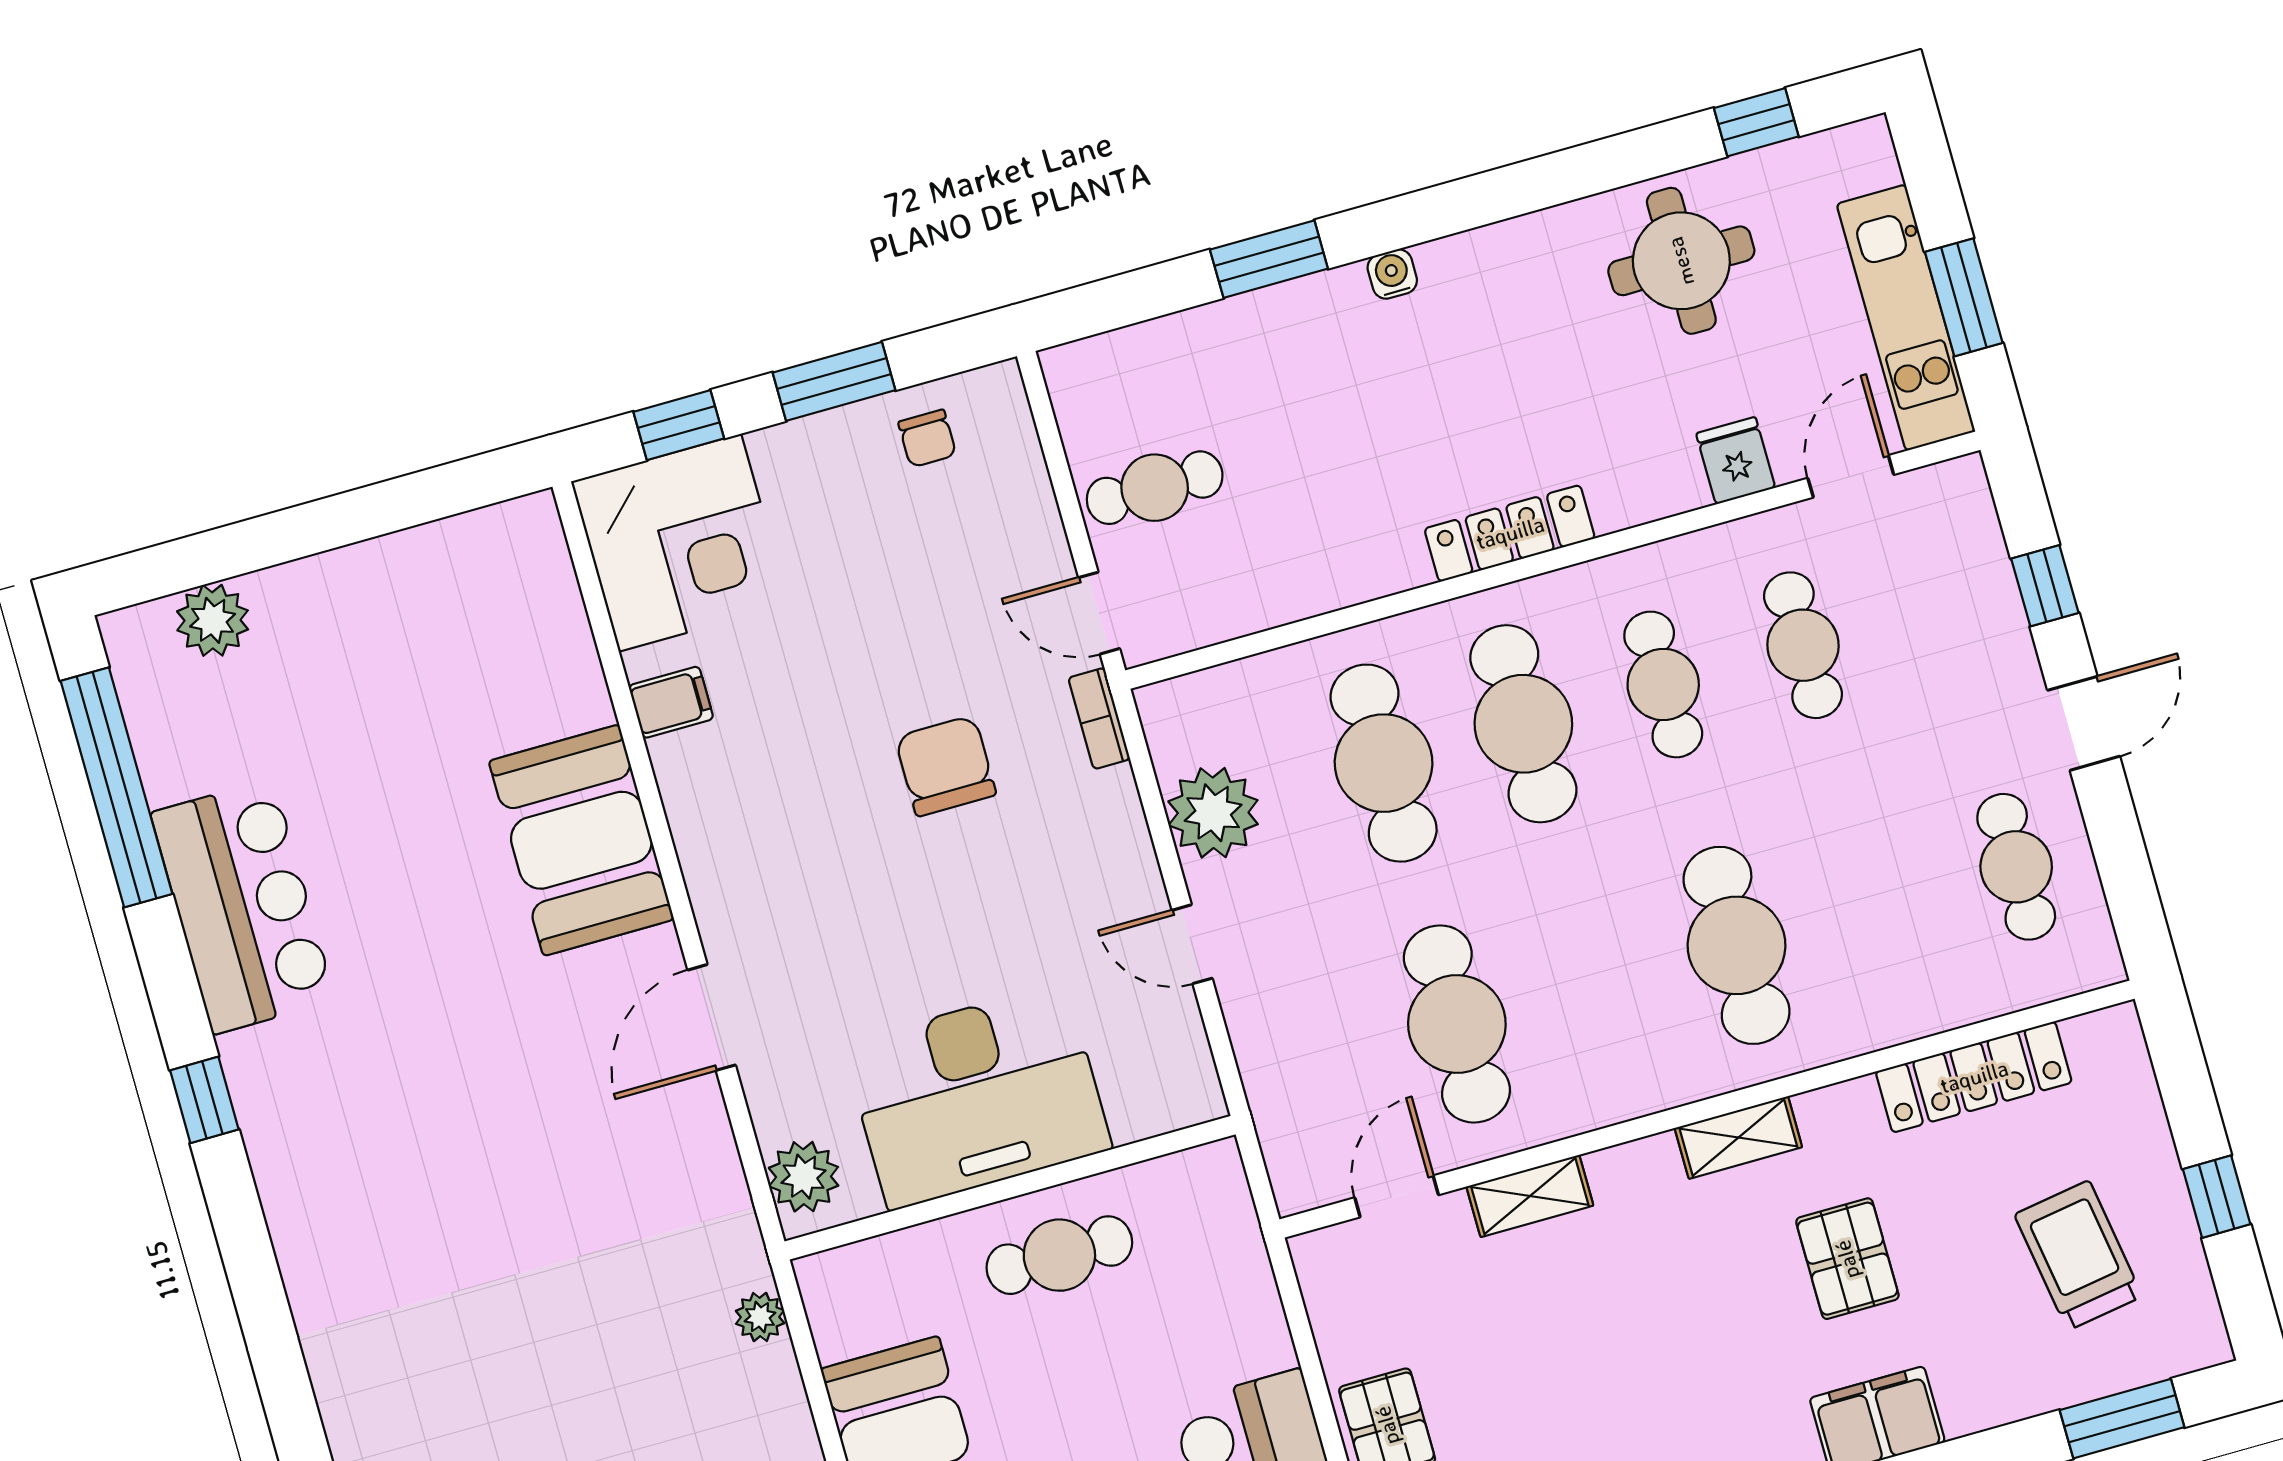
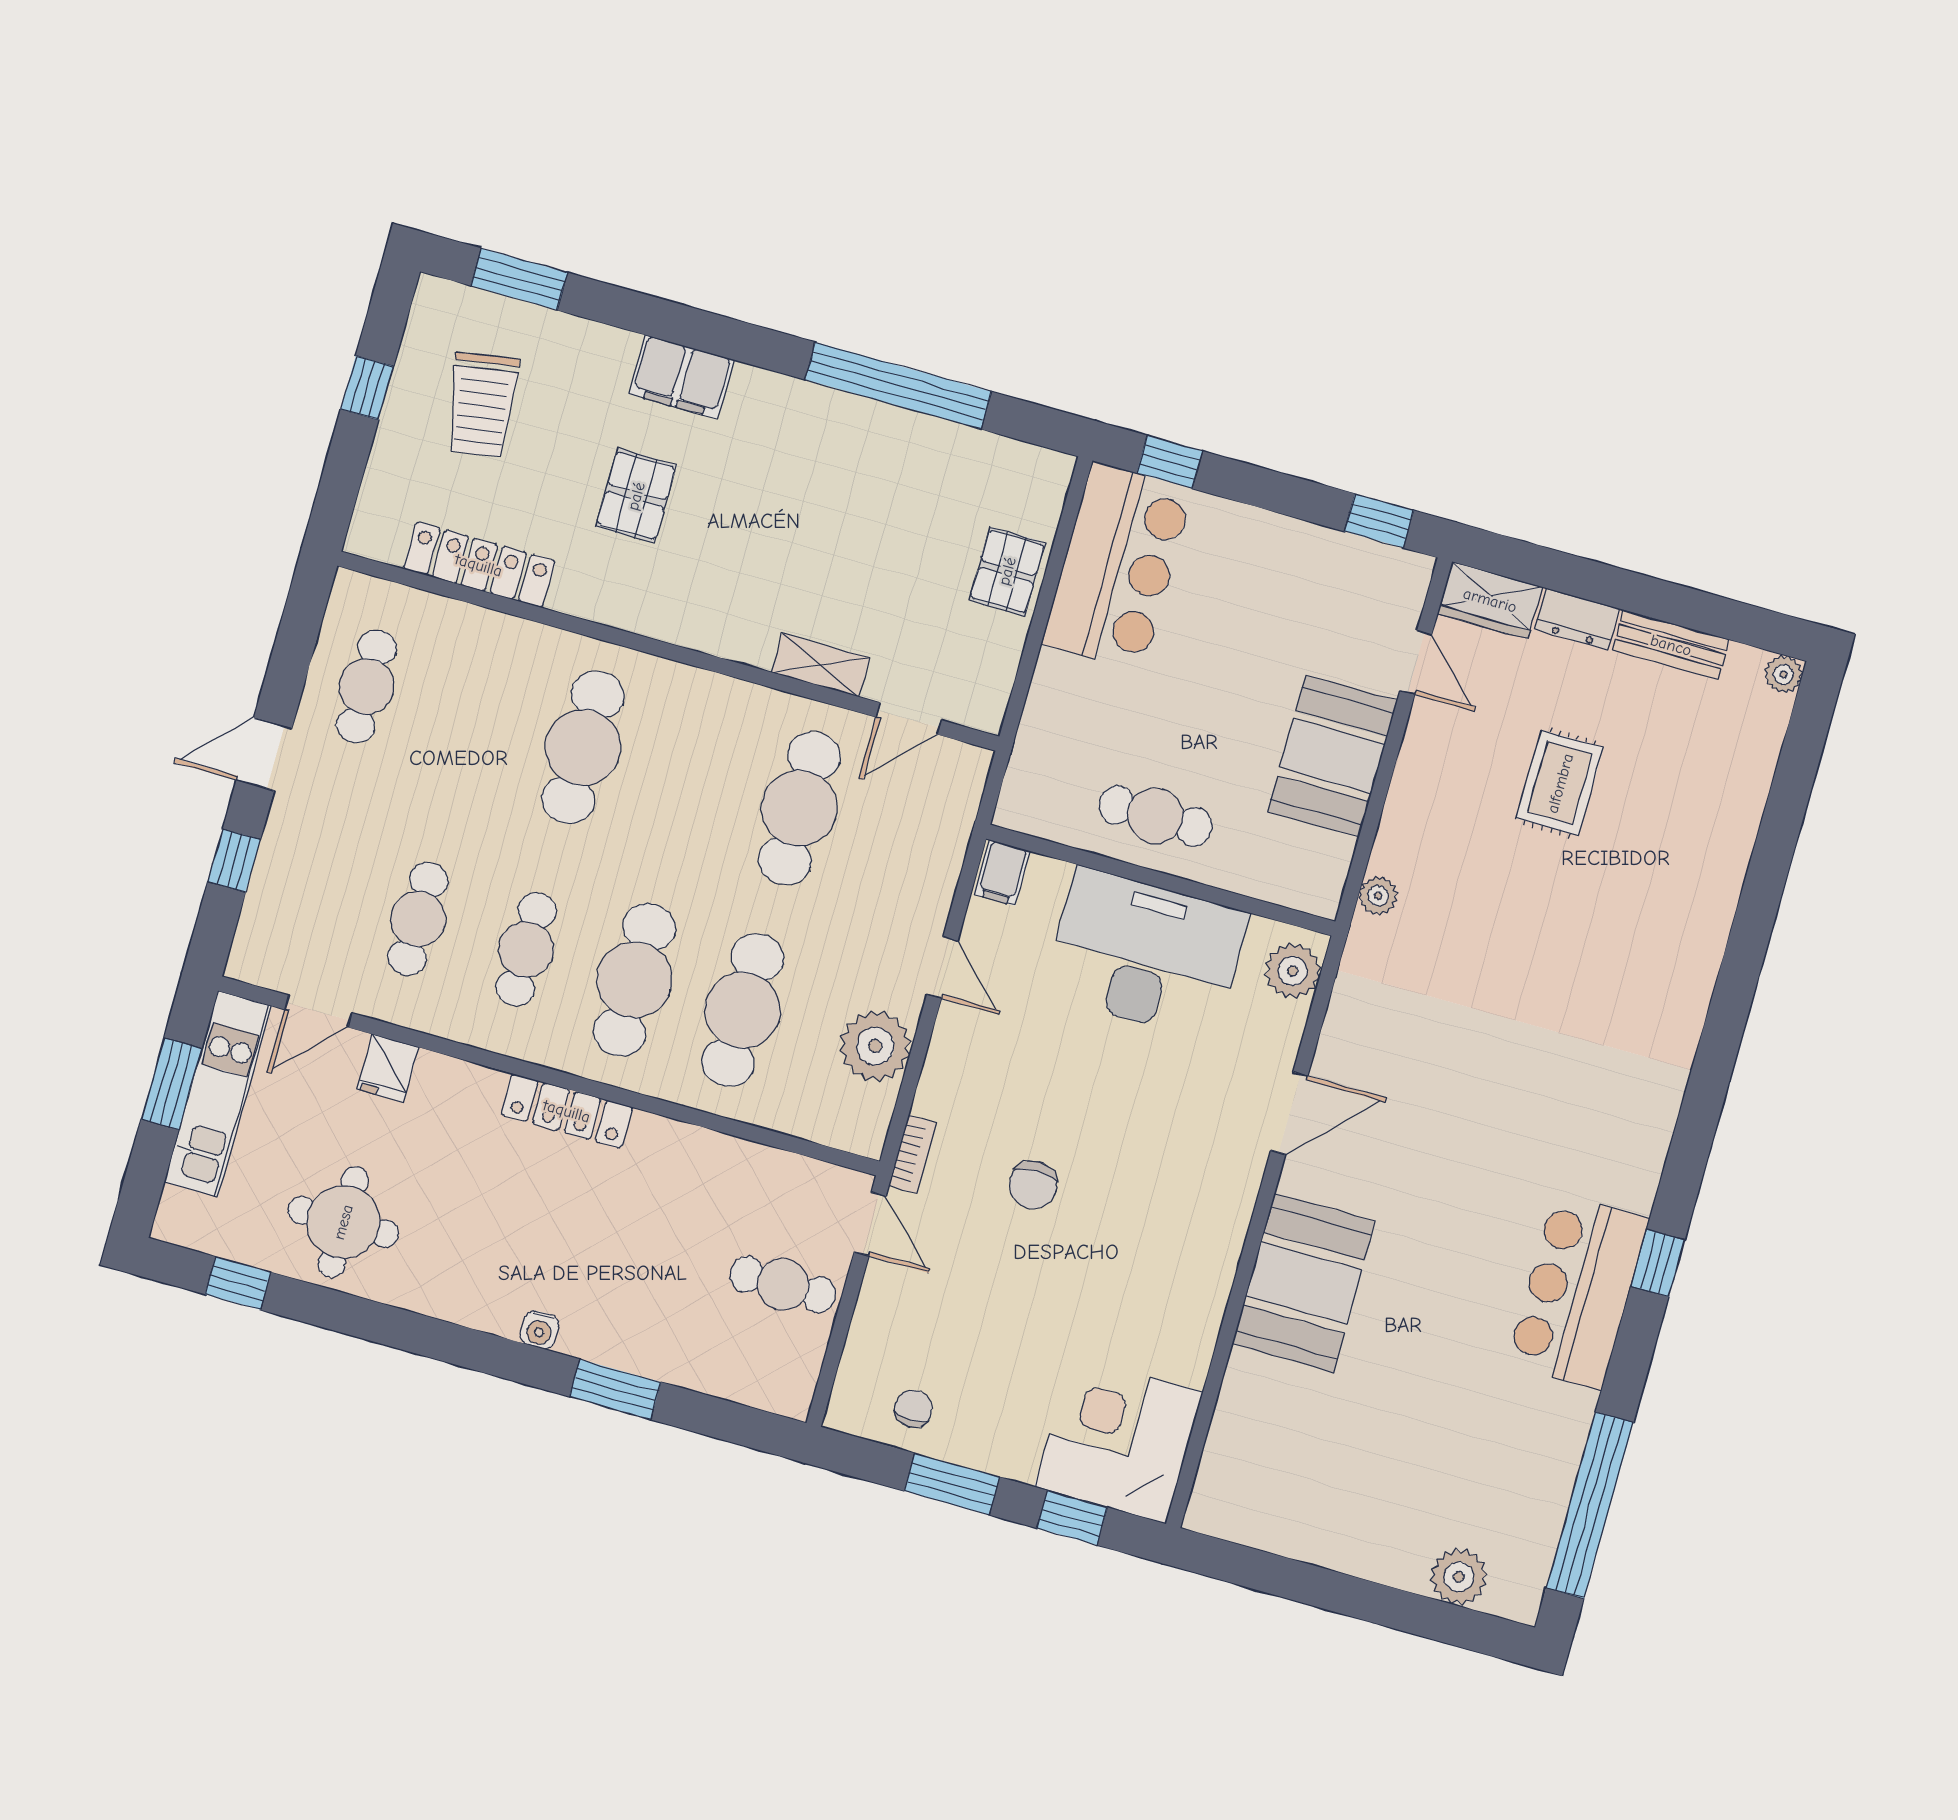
filing cabinet: (671, 702) -> (1002, 873), moved, turned -90
chair: (946, 766) -> (1033, 1185), width x0.73, depth x0.73
bar counter: (243, 907) -> (1578, 1291), moved
shelving: (1738, 1138) -> (659, 620), removed

